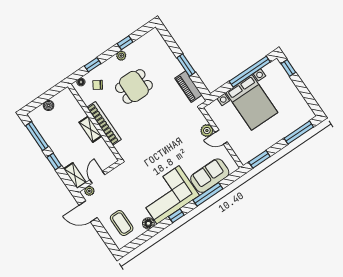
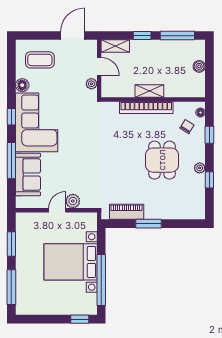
window: (259, 159) -> (11, 244), moved
plant: (89, 191) -> (91, 84), moved

